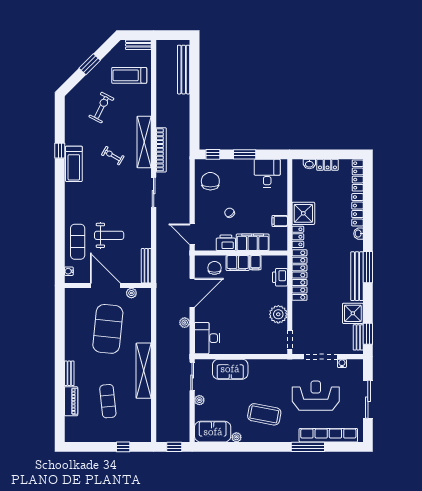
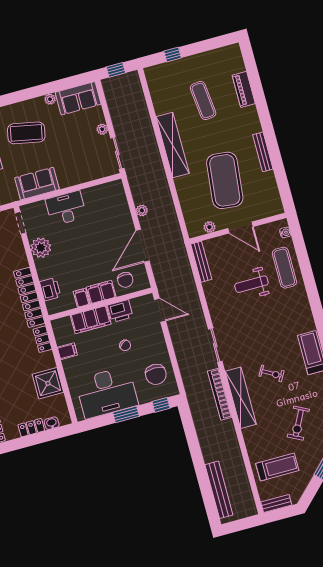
desk: (267, 173) -> (107, 392), width x1.87, depth x1.30
shower: (303, 213) -> (48, 383), moved
door: (105, 286) -> (240, 228), width x0.73
desk: (207, 338) -> (66, 208), moved, turned -90
sofa: (230, 369) -> (37, 184), moved
bench: (69, 373) -> (263, 152), moved, width x1.36

